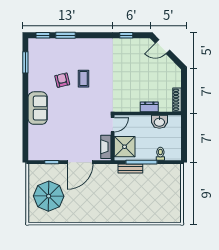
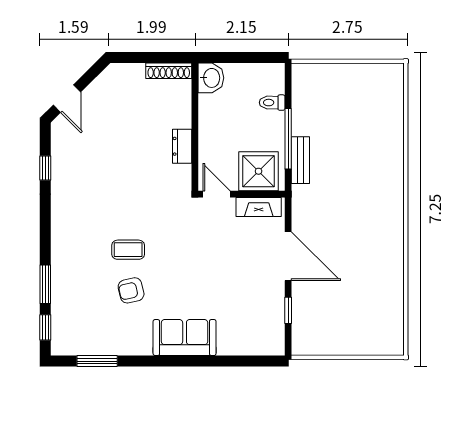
dresser: (149, 107) -> (182, 146), moved
washbasin: (159, 122) -> (211, 78), moved
parasol: (49, 196) -> (353, 316), removed

